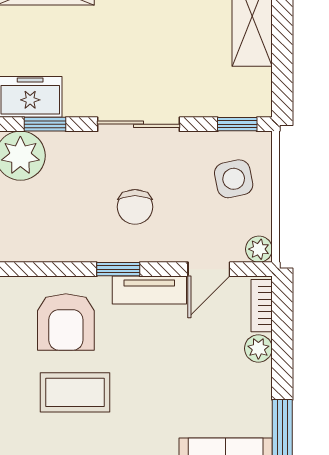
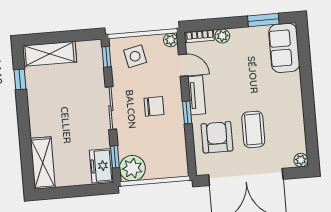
armchair: (66, 322) -> (217, 137), turned -90

